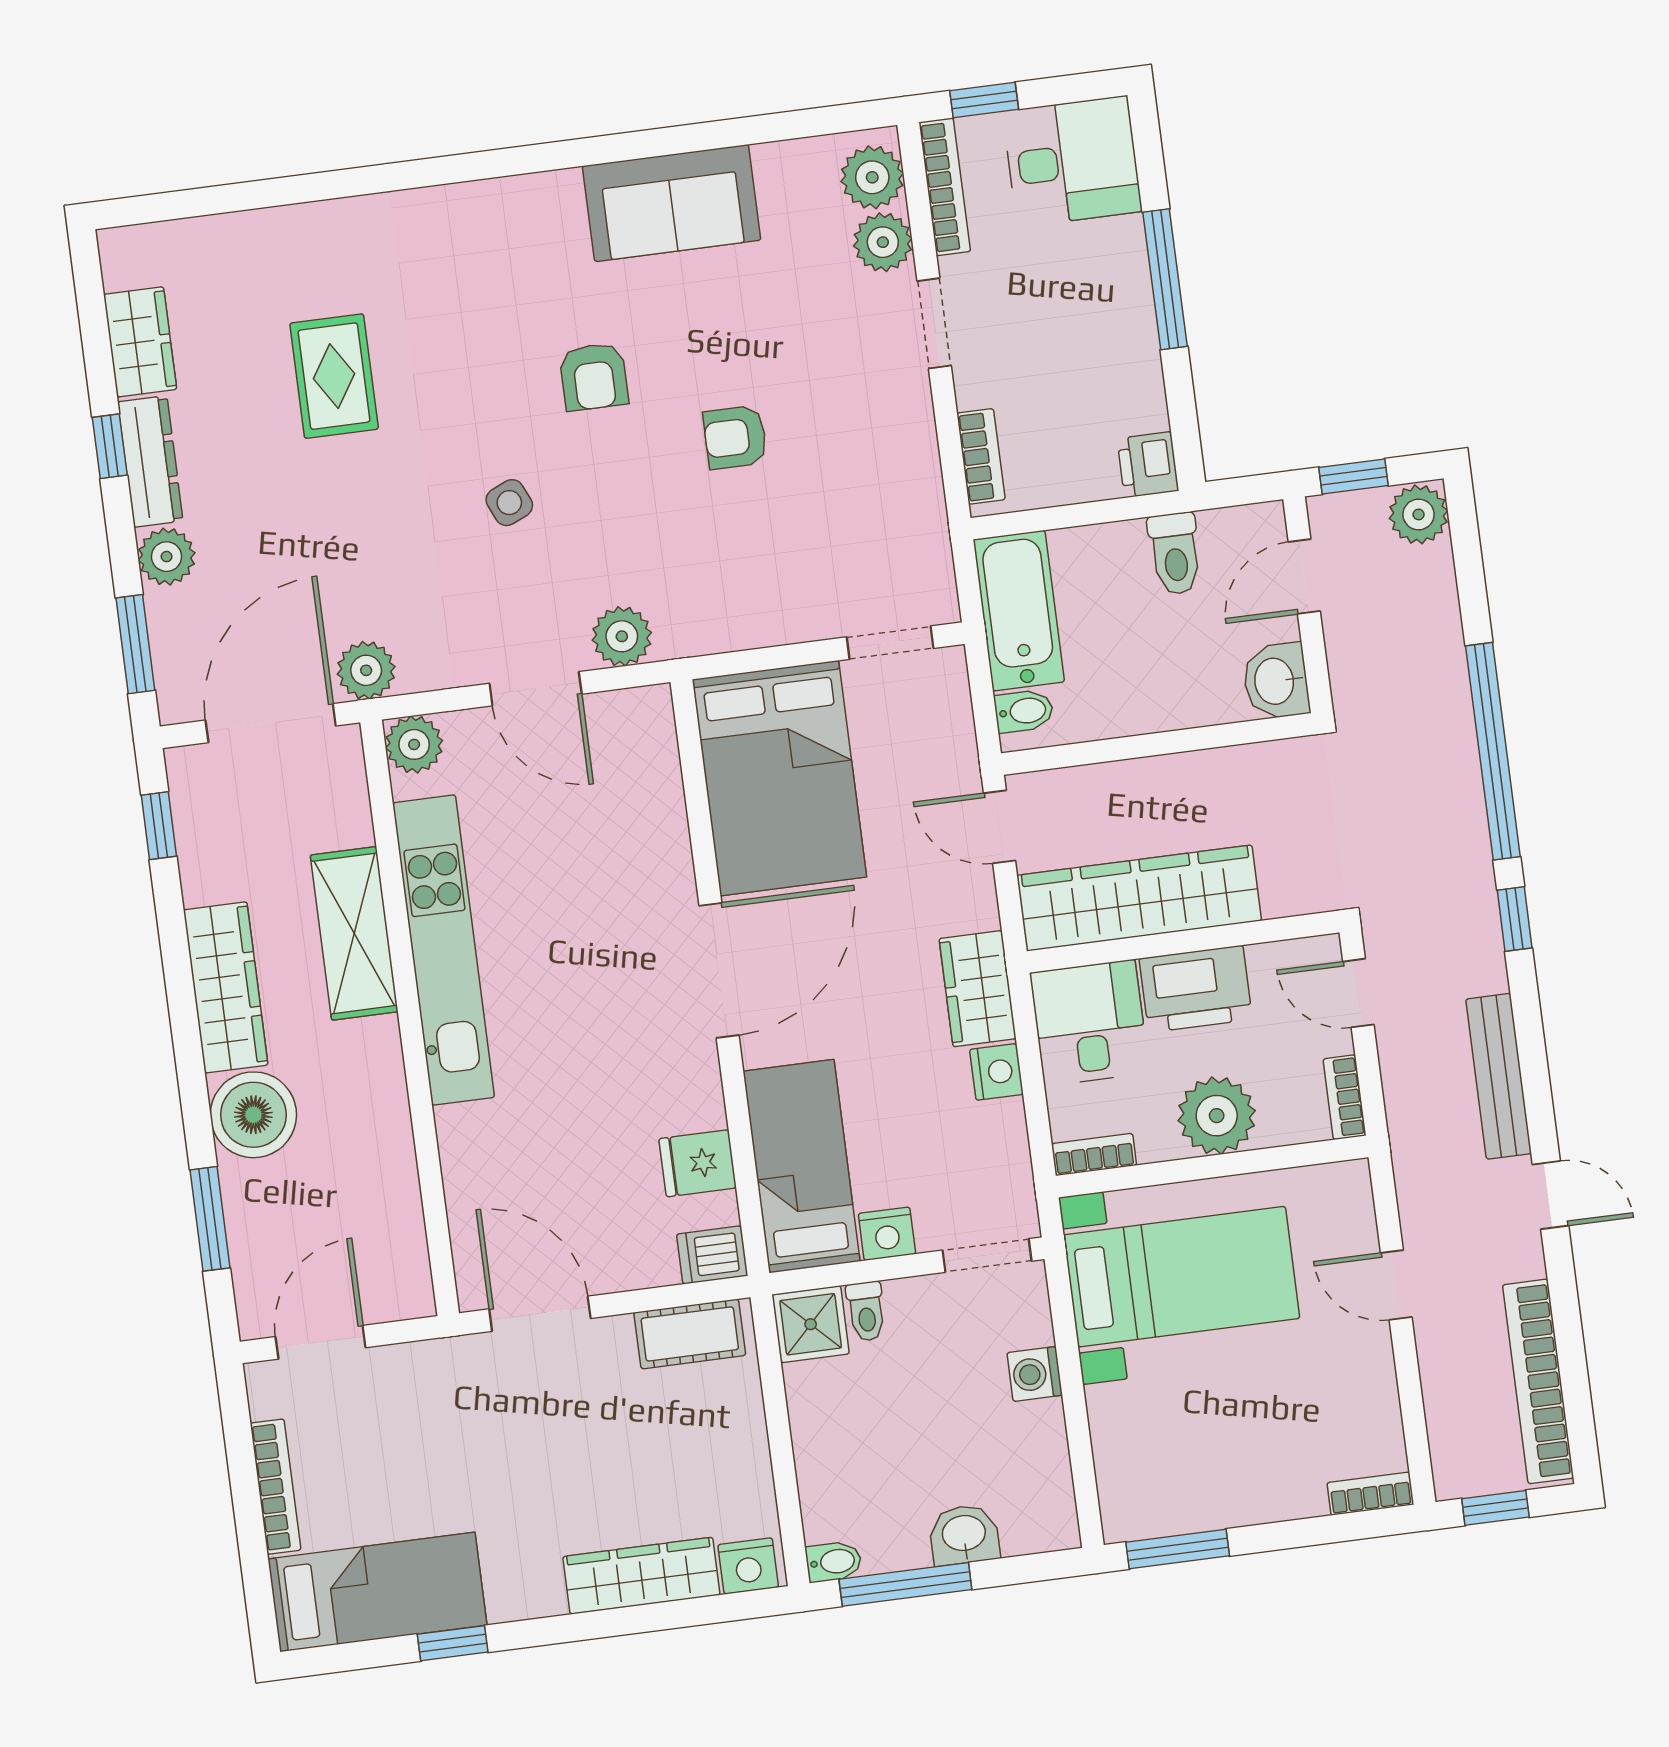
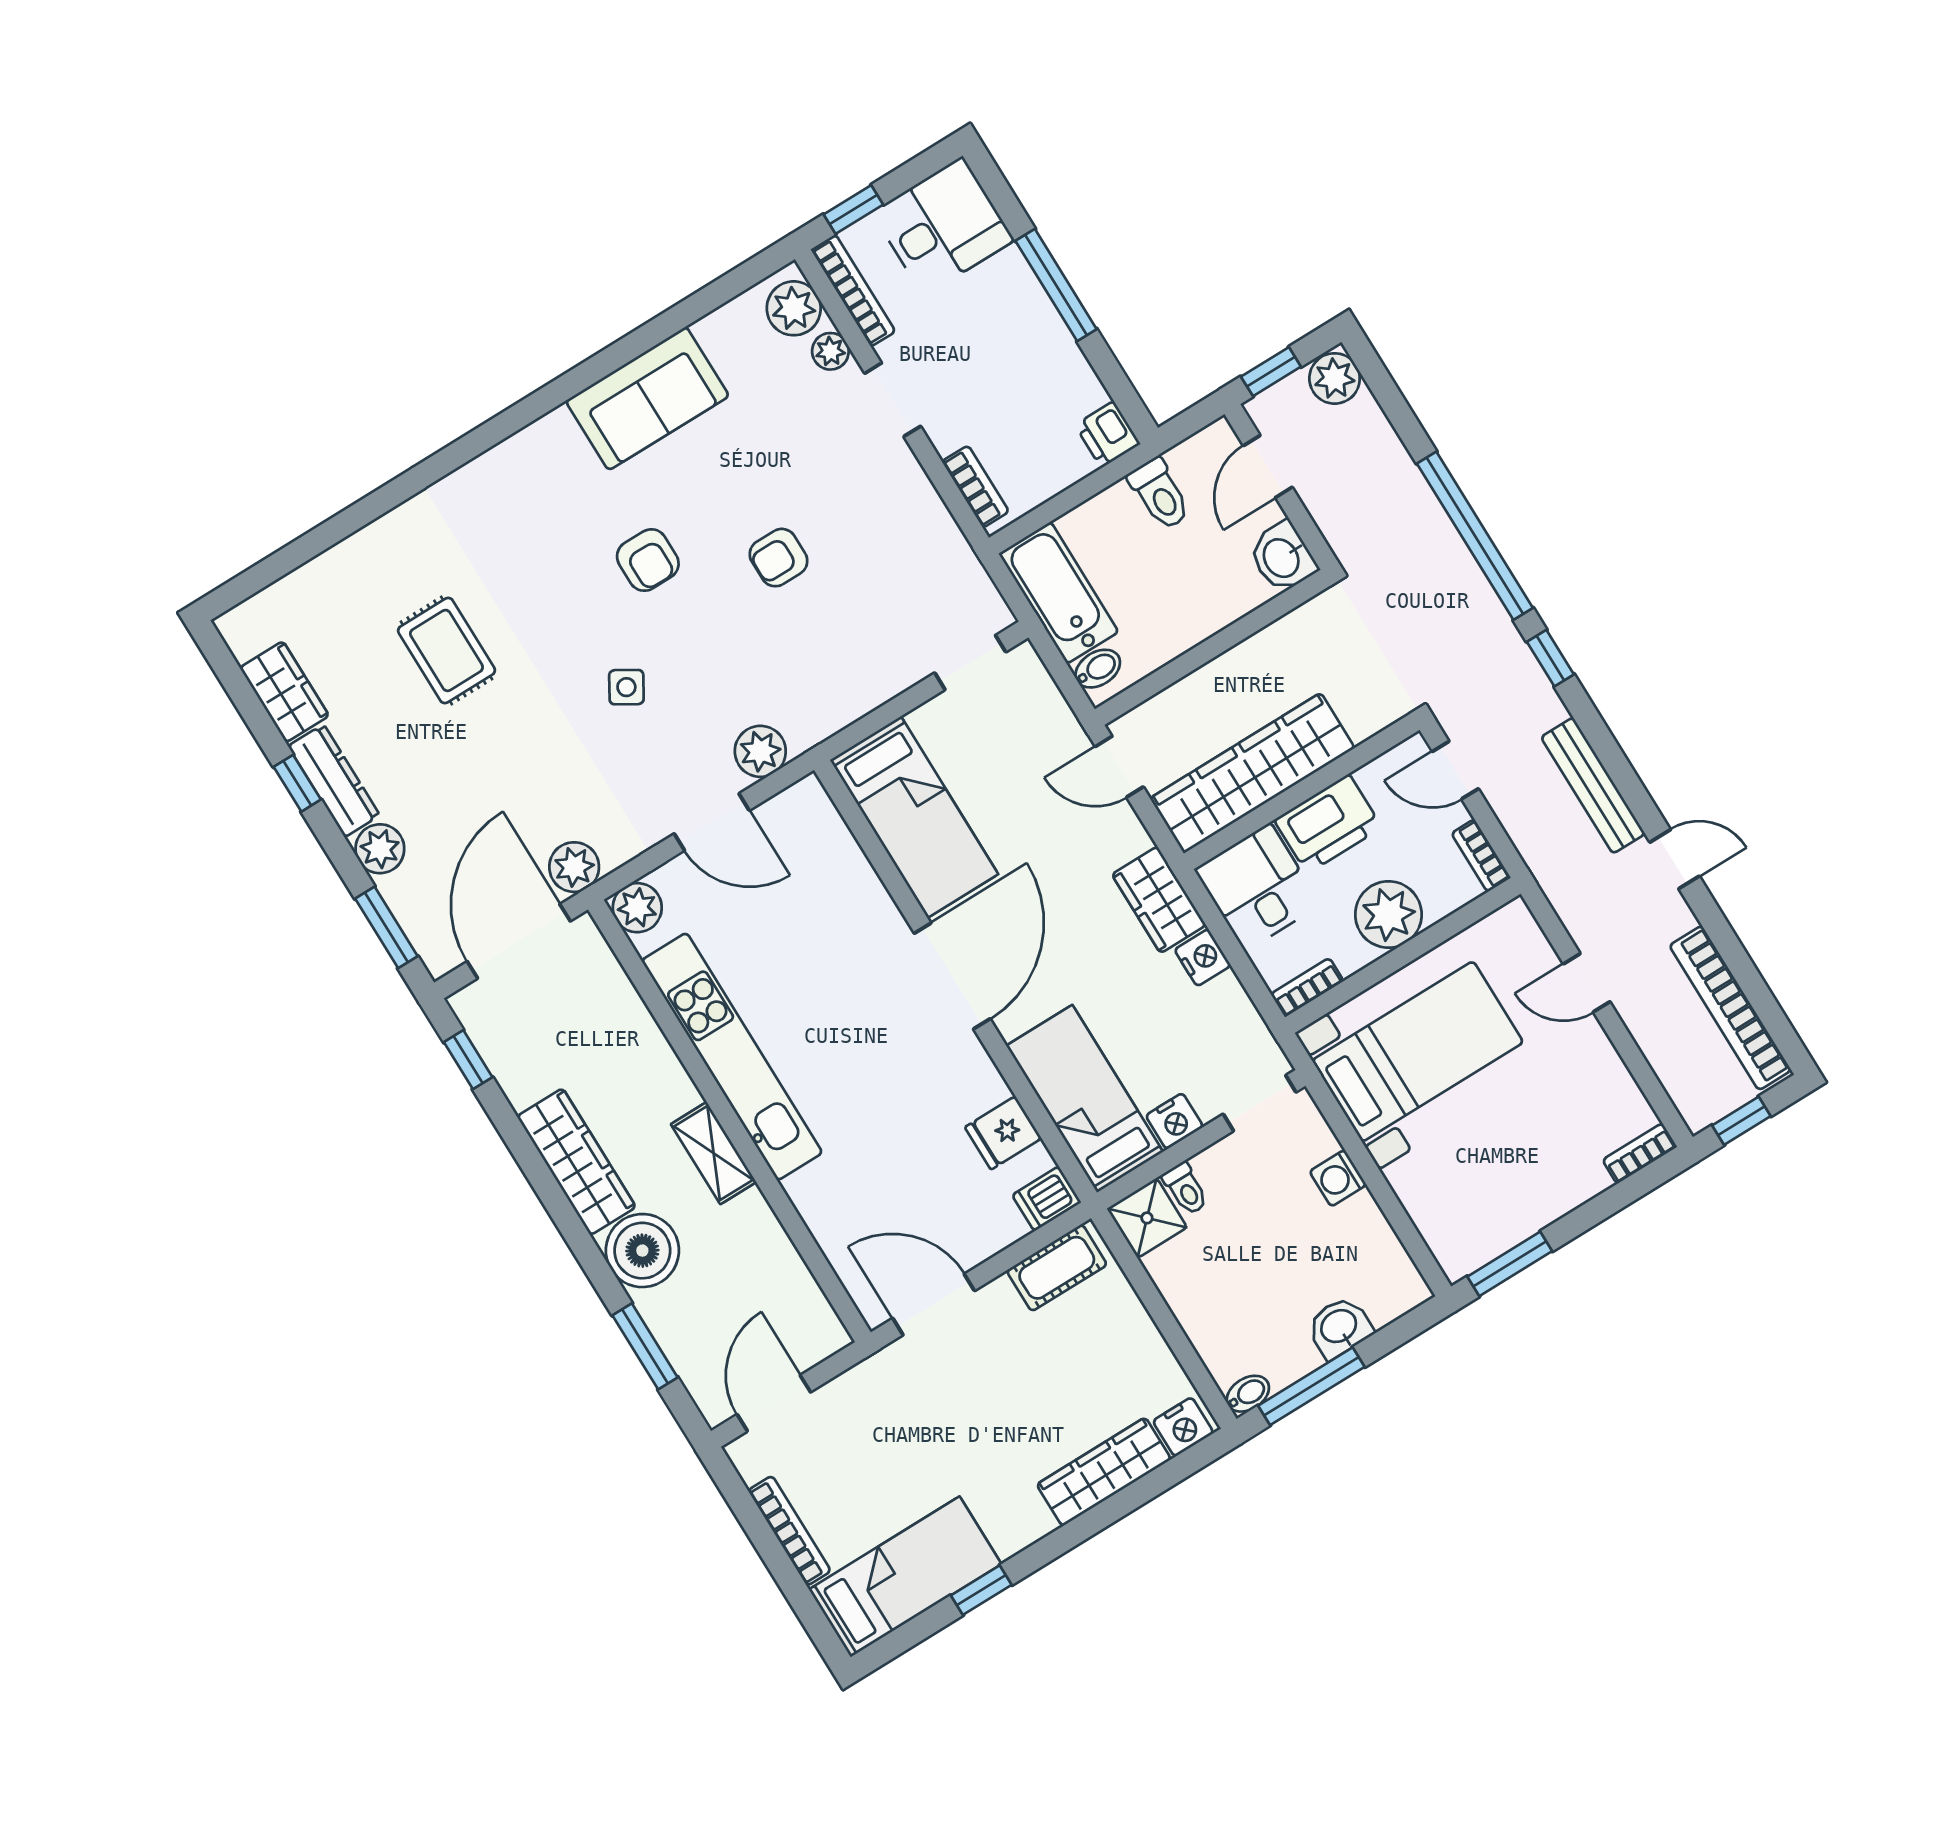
plant: (883, 242) -> (830, 351), width x0.73, depth x0.73
side table: (509, 503) -> (626, 687), turned -35
bed: (779, 778) -> (914, 817), width x0.67
shelving: (354, 933) -> (714, 1153), moved, width x0.67, depth x0.75

